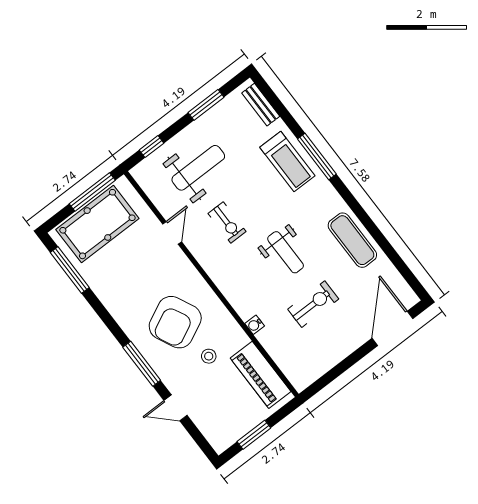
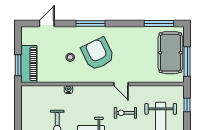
door: (172, 233) -> (121, 84), moved
piano: (261, 375) -> (29, 64), moved, turned 90
door: (176, 408) -> (47, 24), moved
window: (254, 435) -> (18, 65), moved

